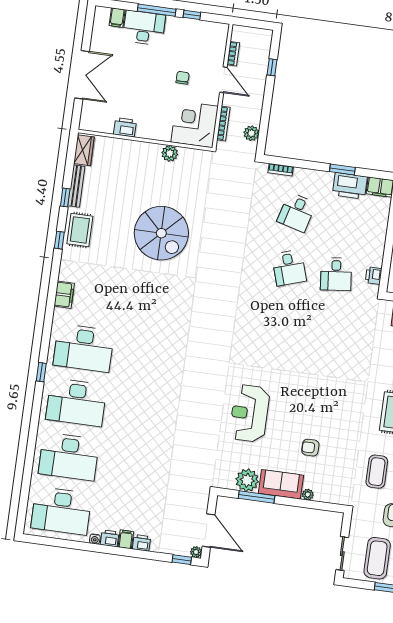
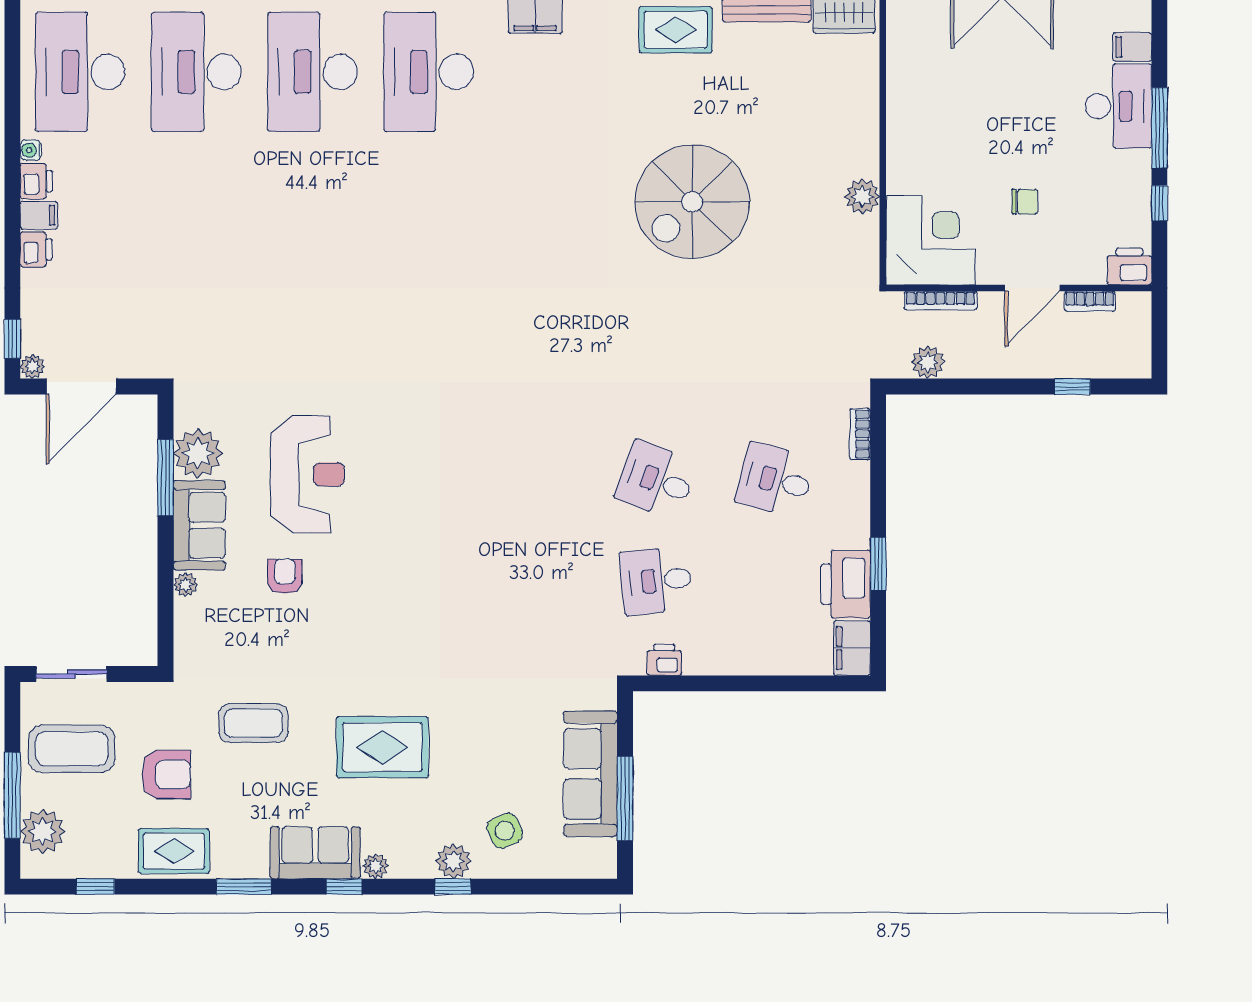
printer: (125, 127) -> (1129, 267), moved, turned -90
desk: (289, 268) -> (656, 480), turned 39
reception desk: (250, 413) -> (308, 474), moved, turned 90

